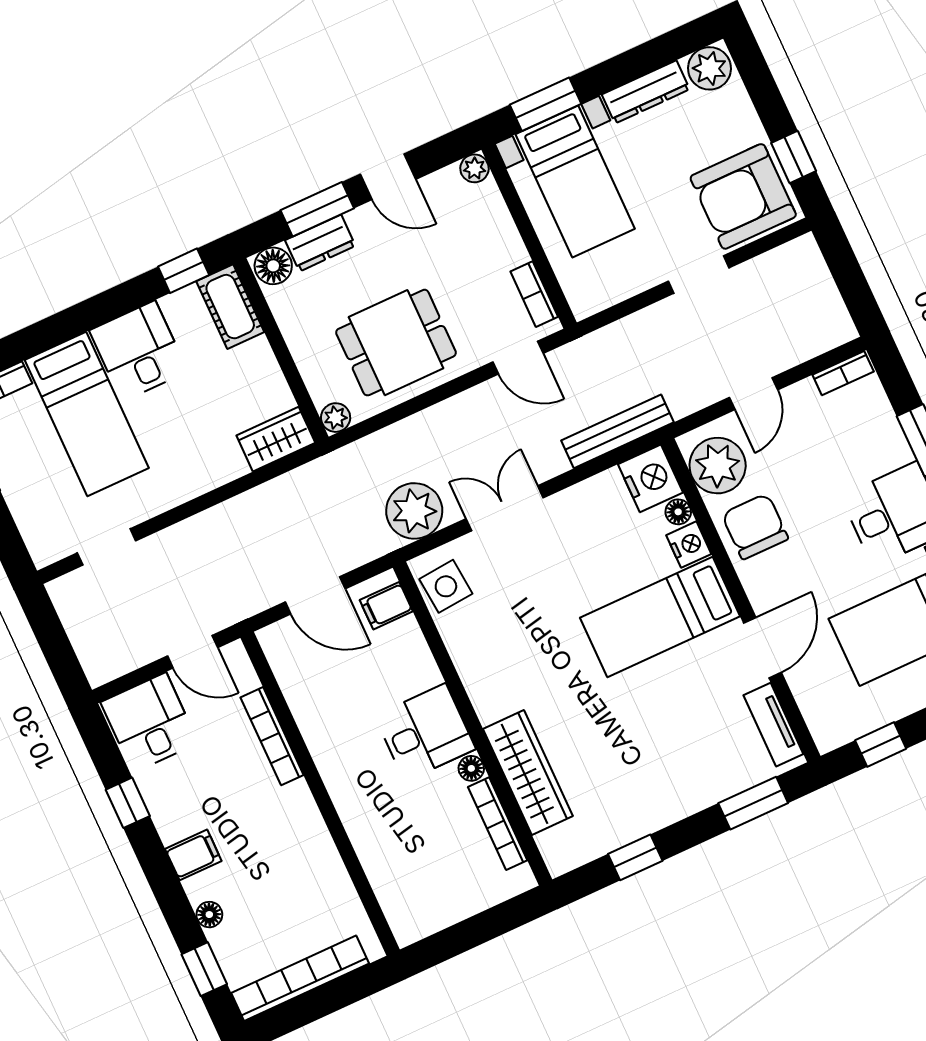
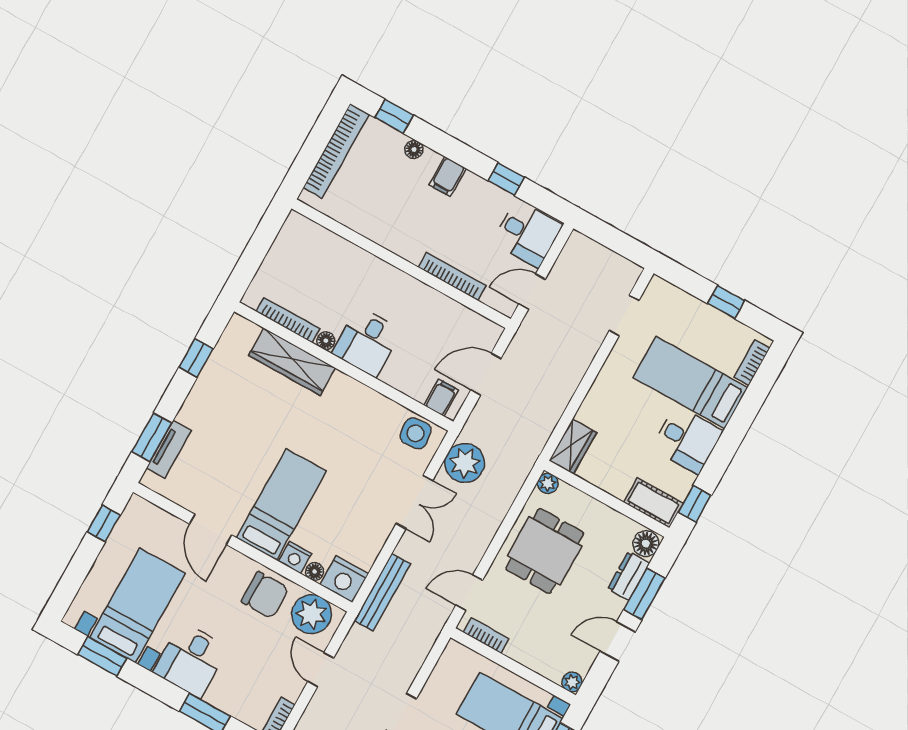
tv unit: (773, 725) -> (169, 449), moved, turned 90

